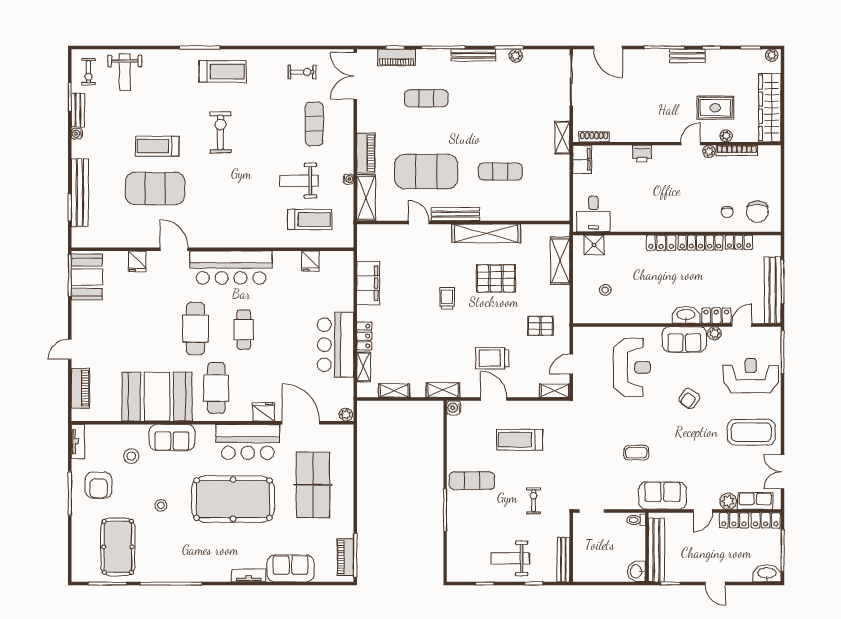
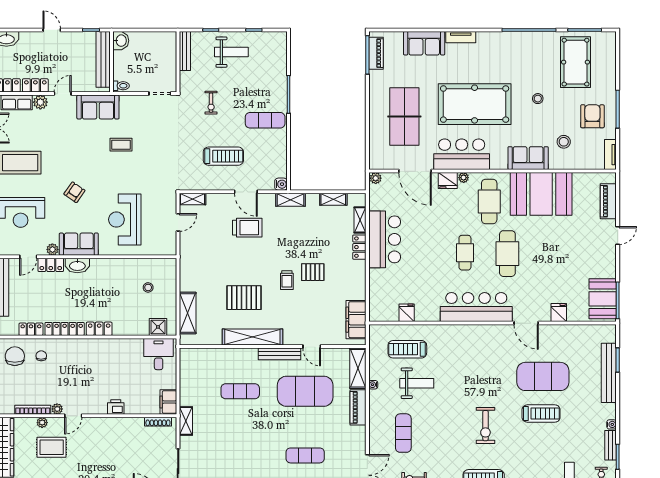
filing cabinet: (368, 283) -> (356, 320), moved
pallet: (540, 326) -> (313, 272), moved
plant: (246, 415) -> (464, 178), added

